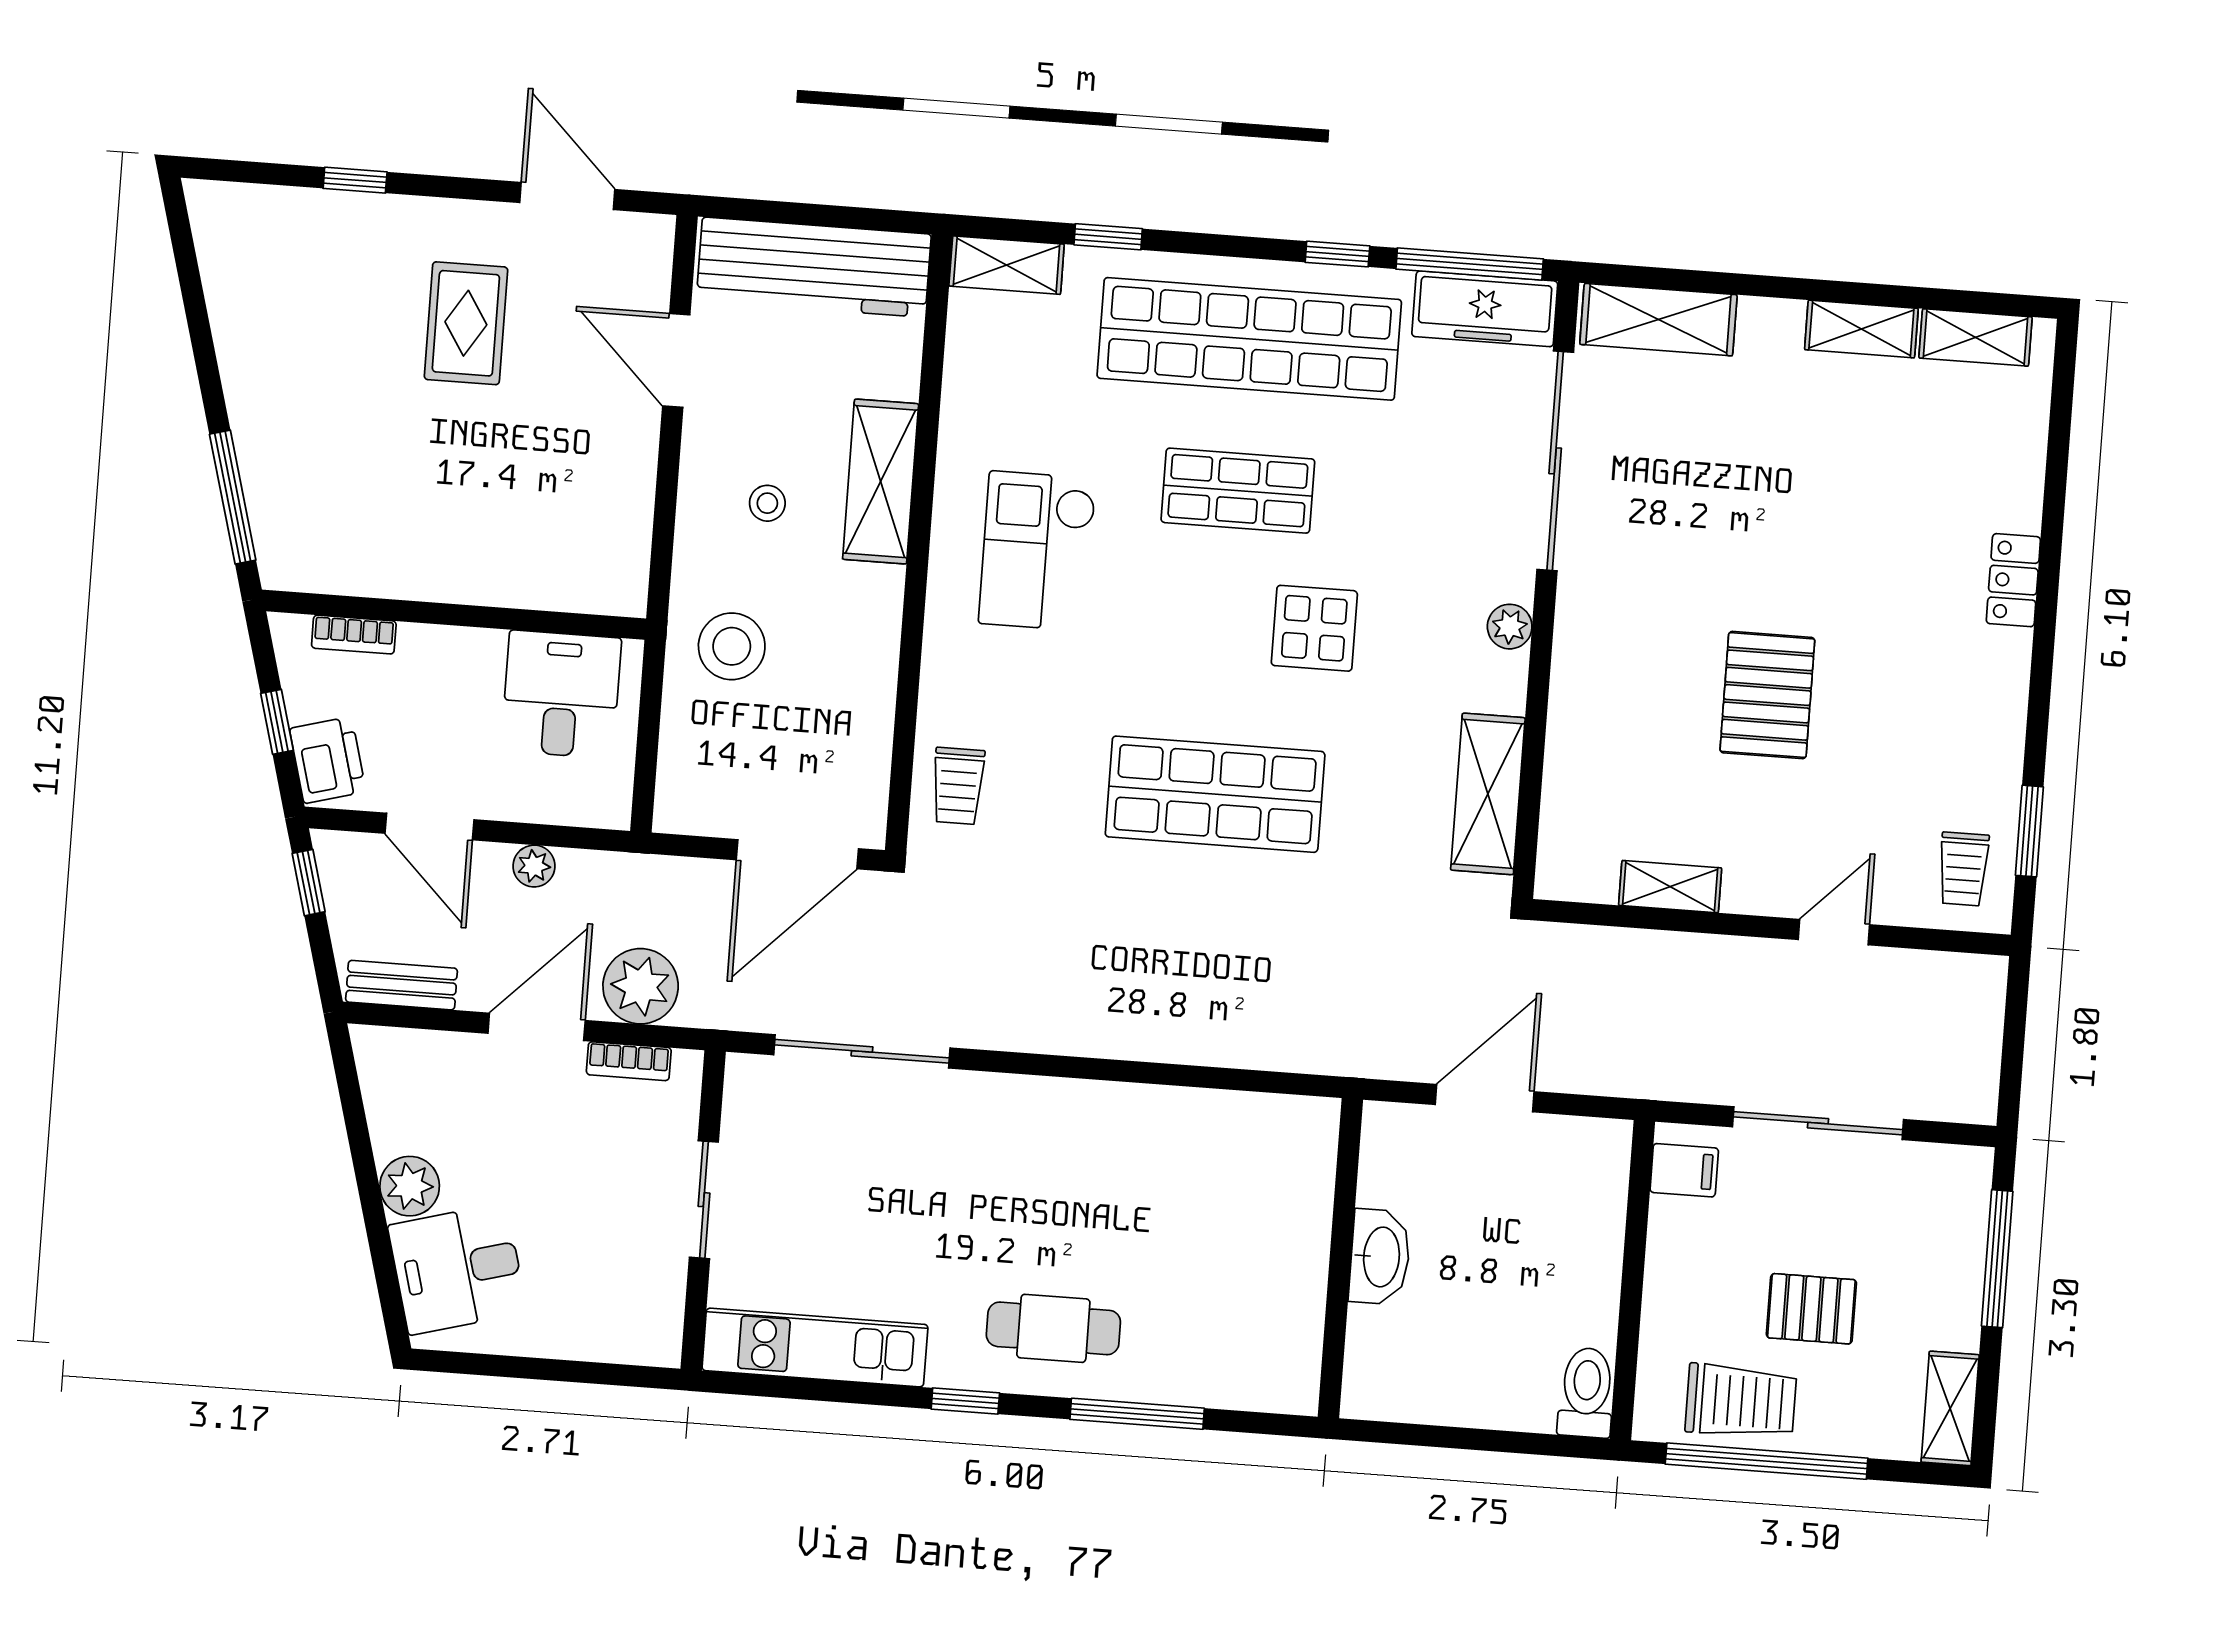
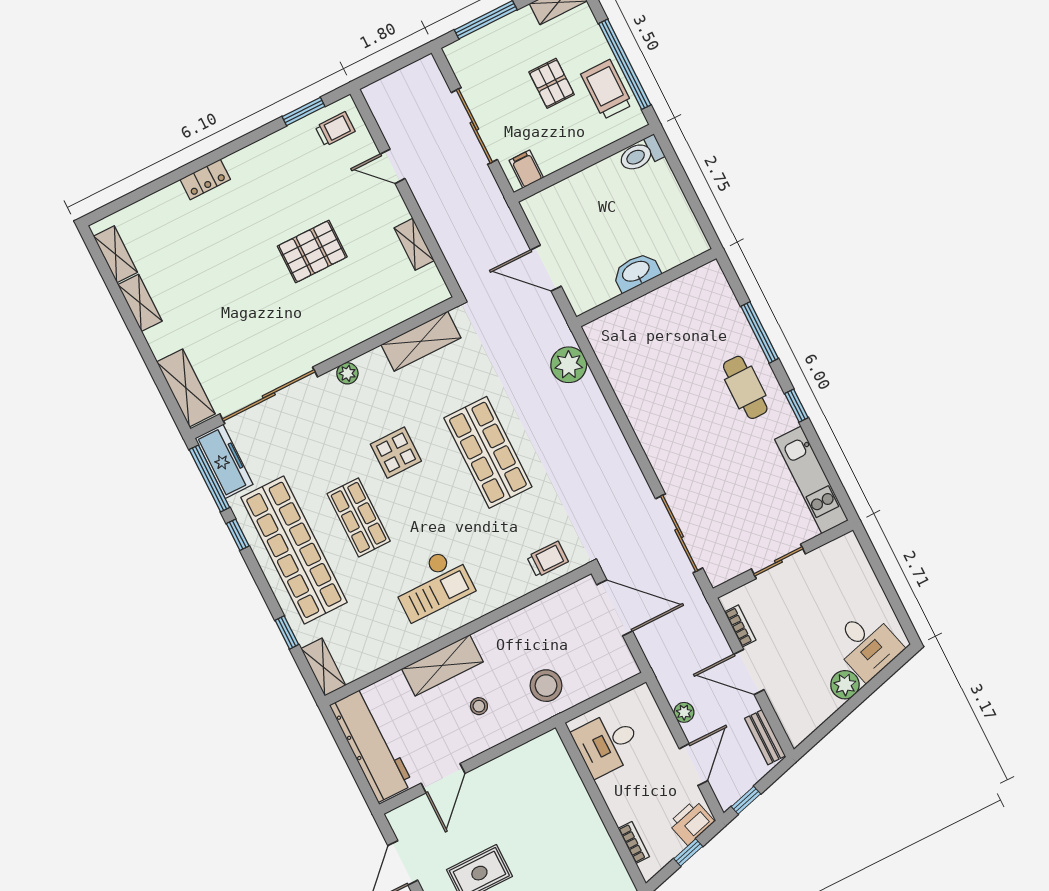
plant: (641, 986) -> (569, 365), moved

